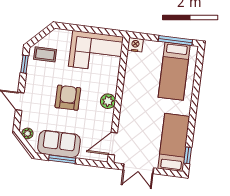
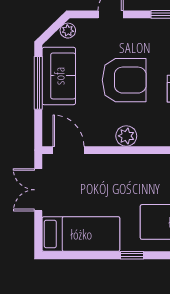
armchair: (68, 98) -> (124, 80), width x1.36, depth x1.36
window: (188, 155) -> (132, 255), moved
window: (62, 159) -> (38, 83), width x1.44

